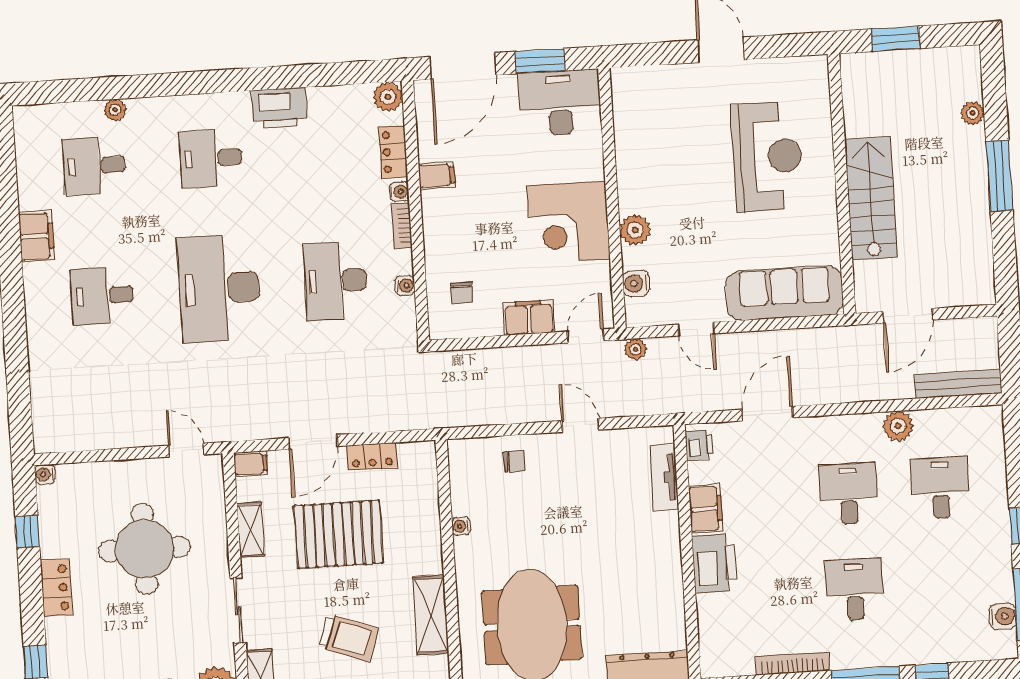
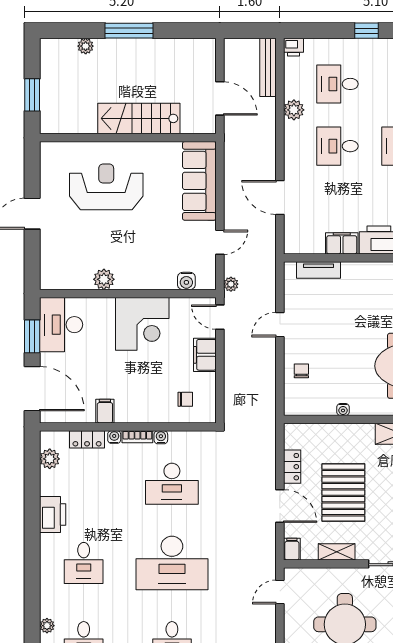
plant: (388, 97) -> (50, 459), moved
plant: (635, 230) -> (104, 279), moved
water cooler: (405, 286) -> (161, 437), moved
printer: (699, 445) -> (293, 47), moved, turned 180

